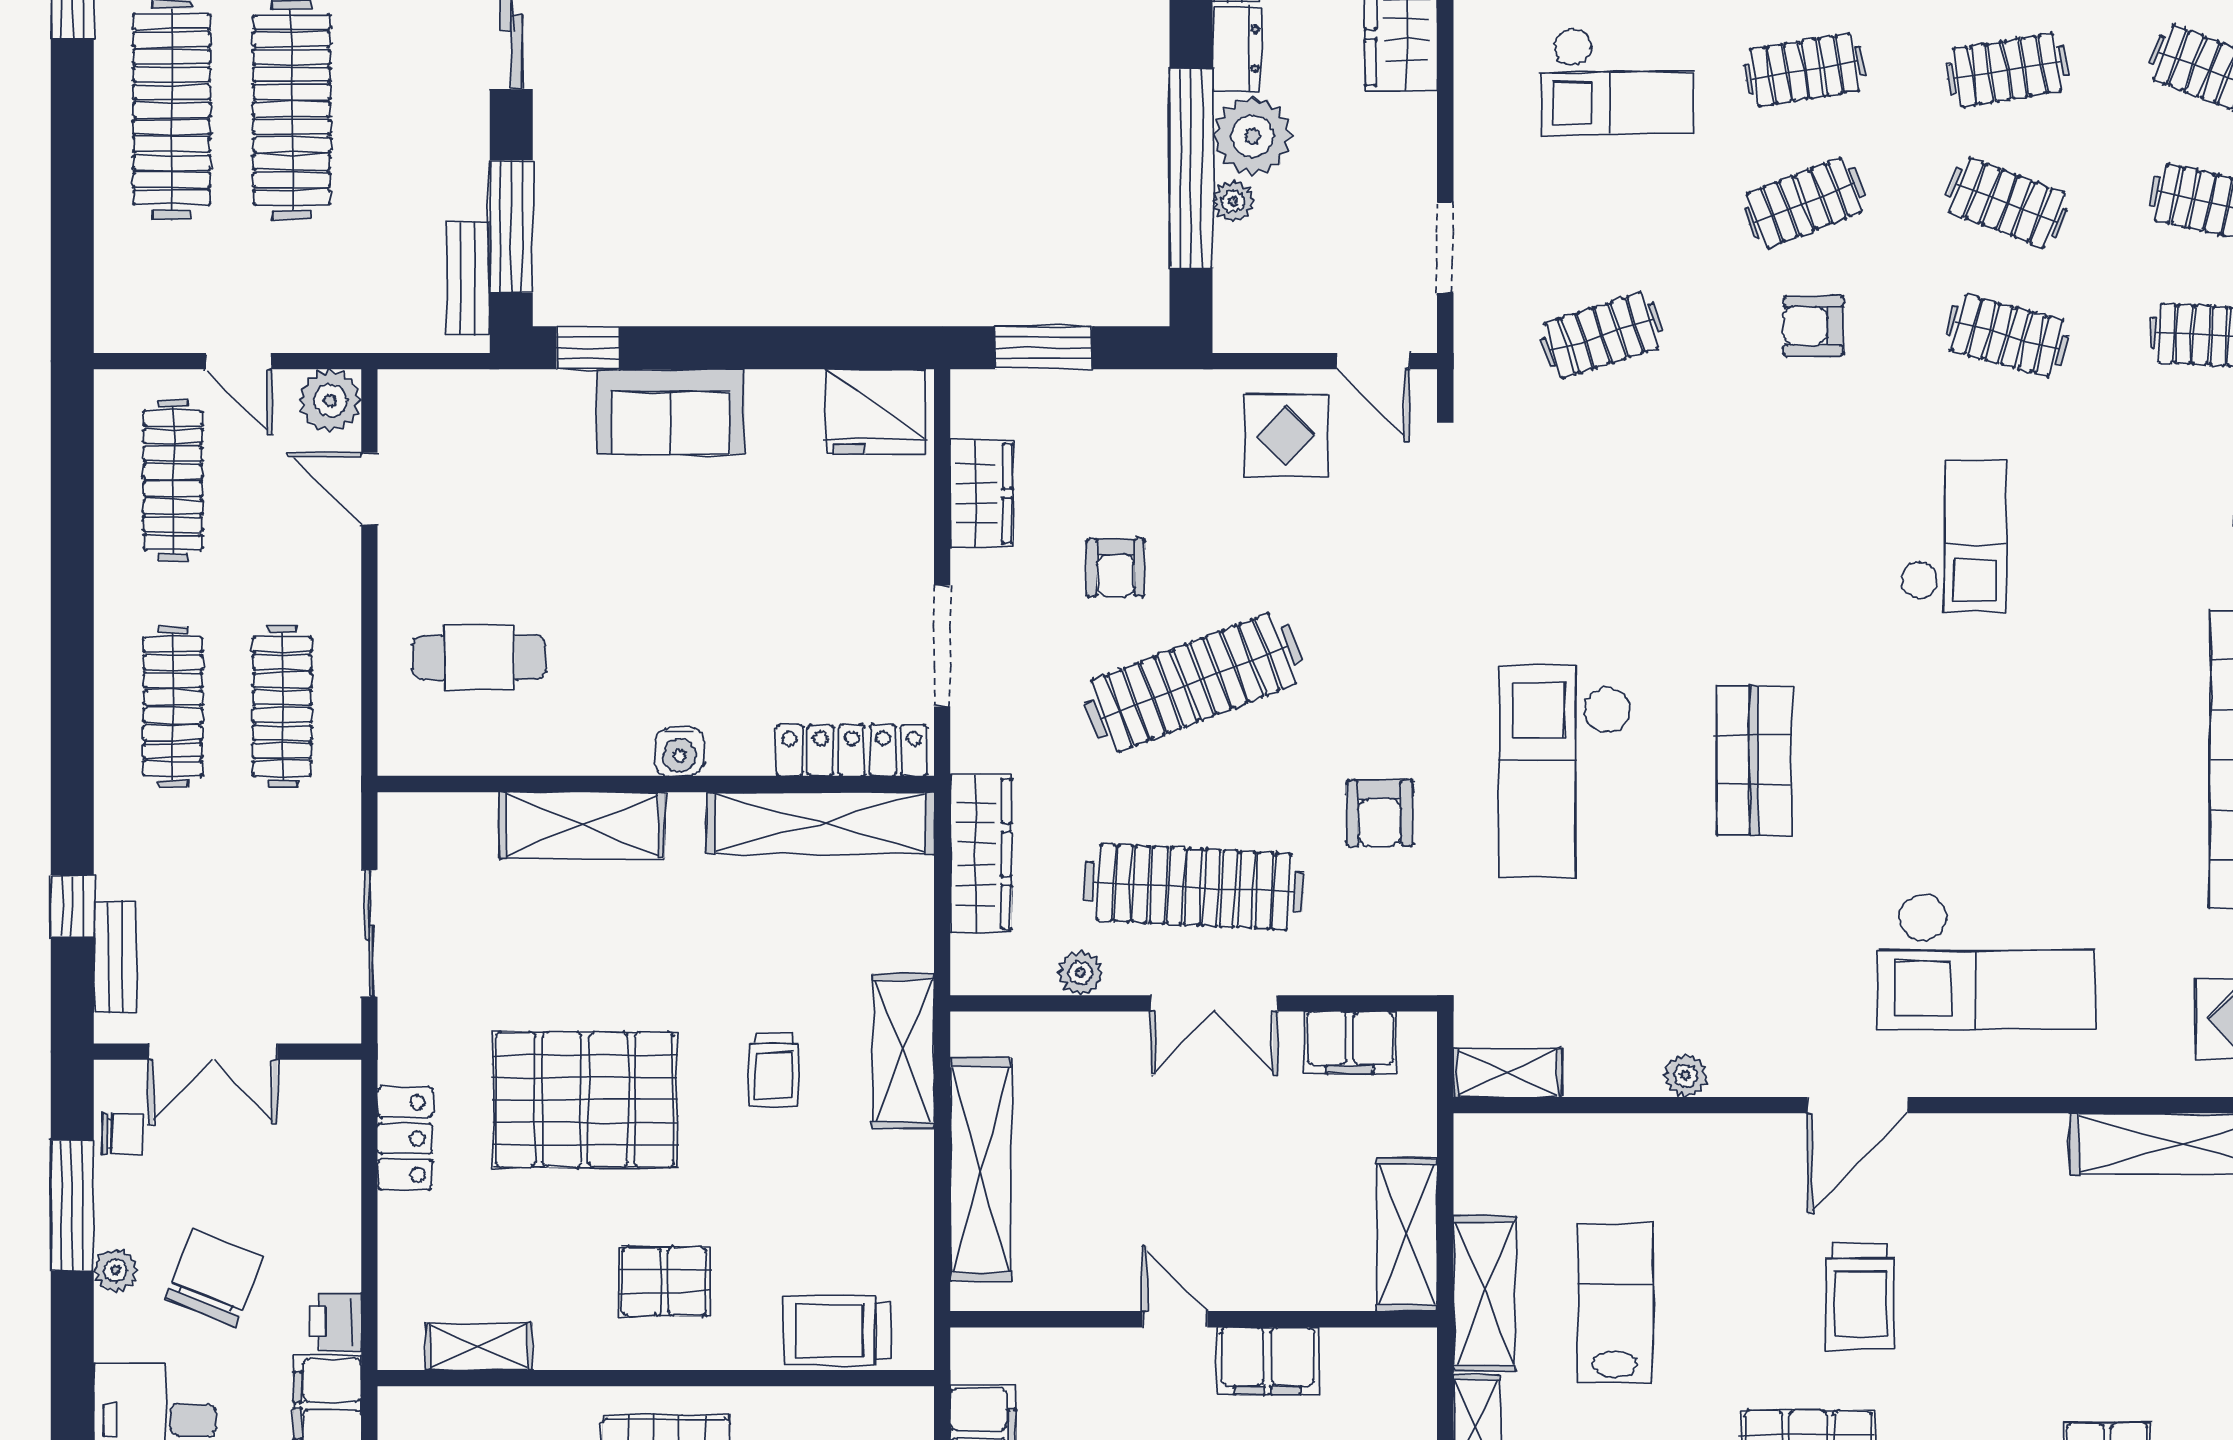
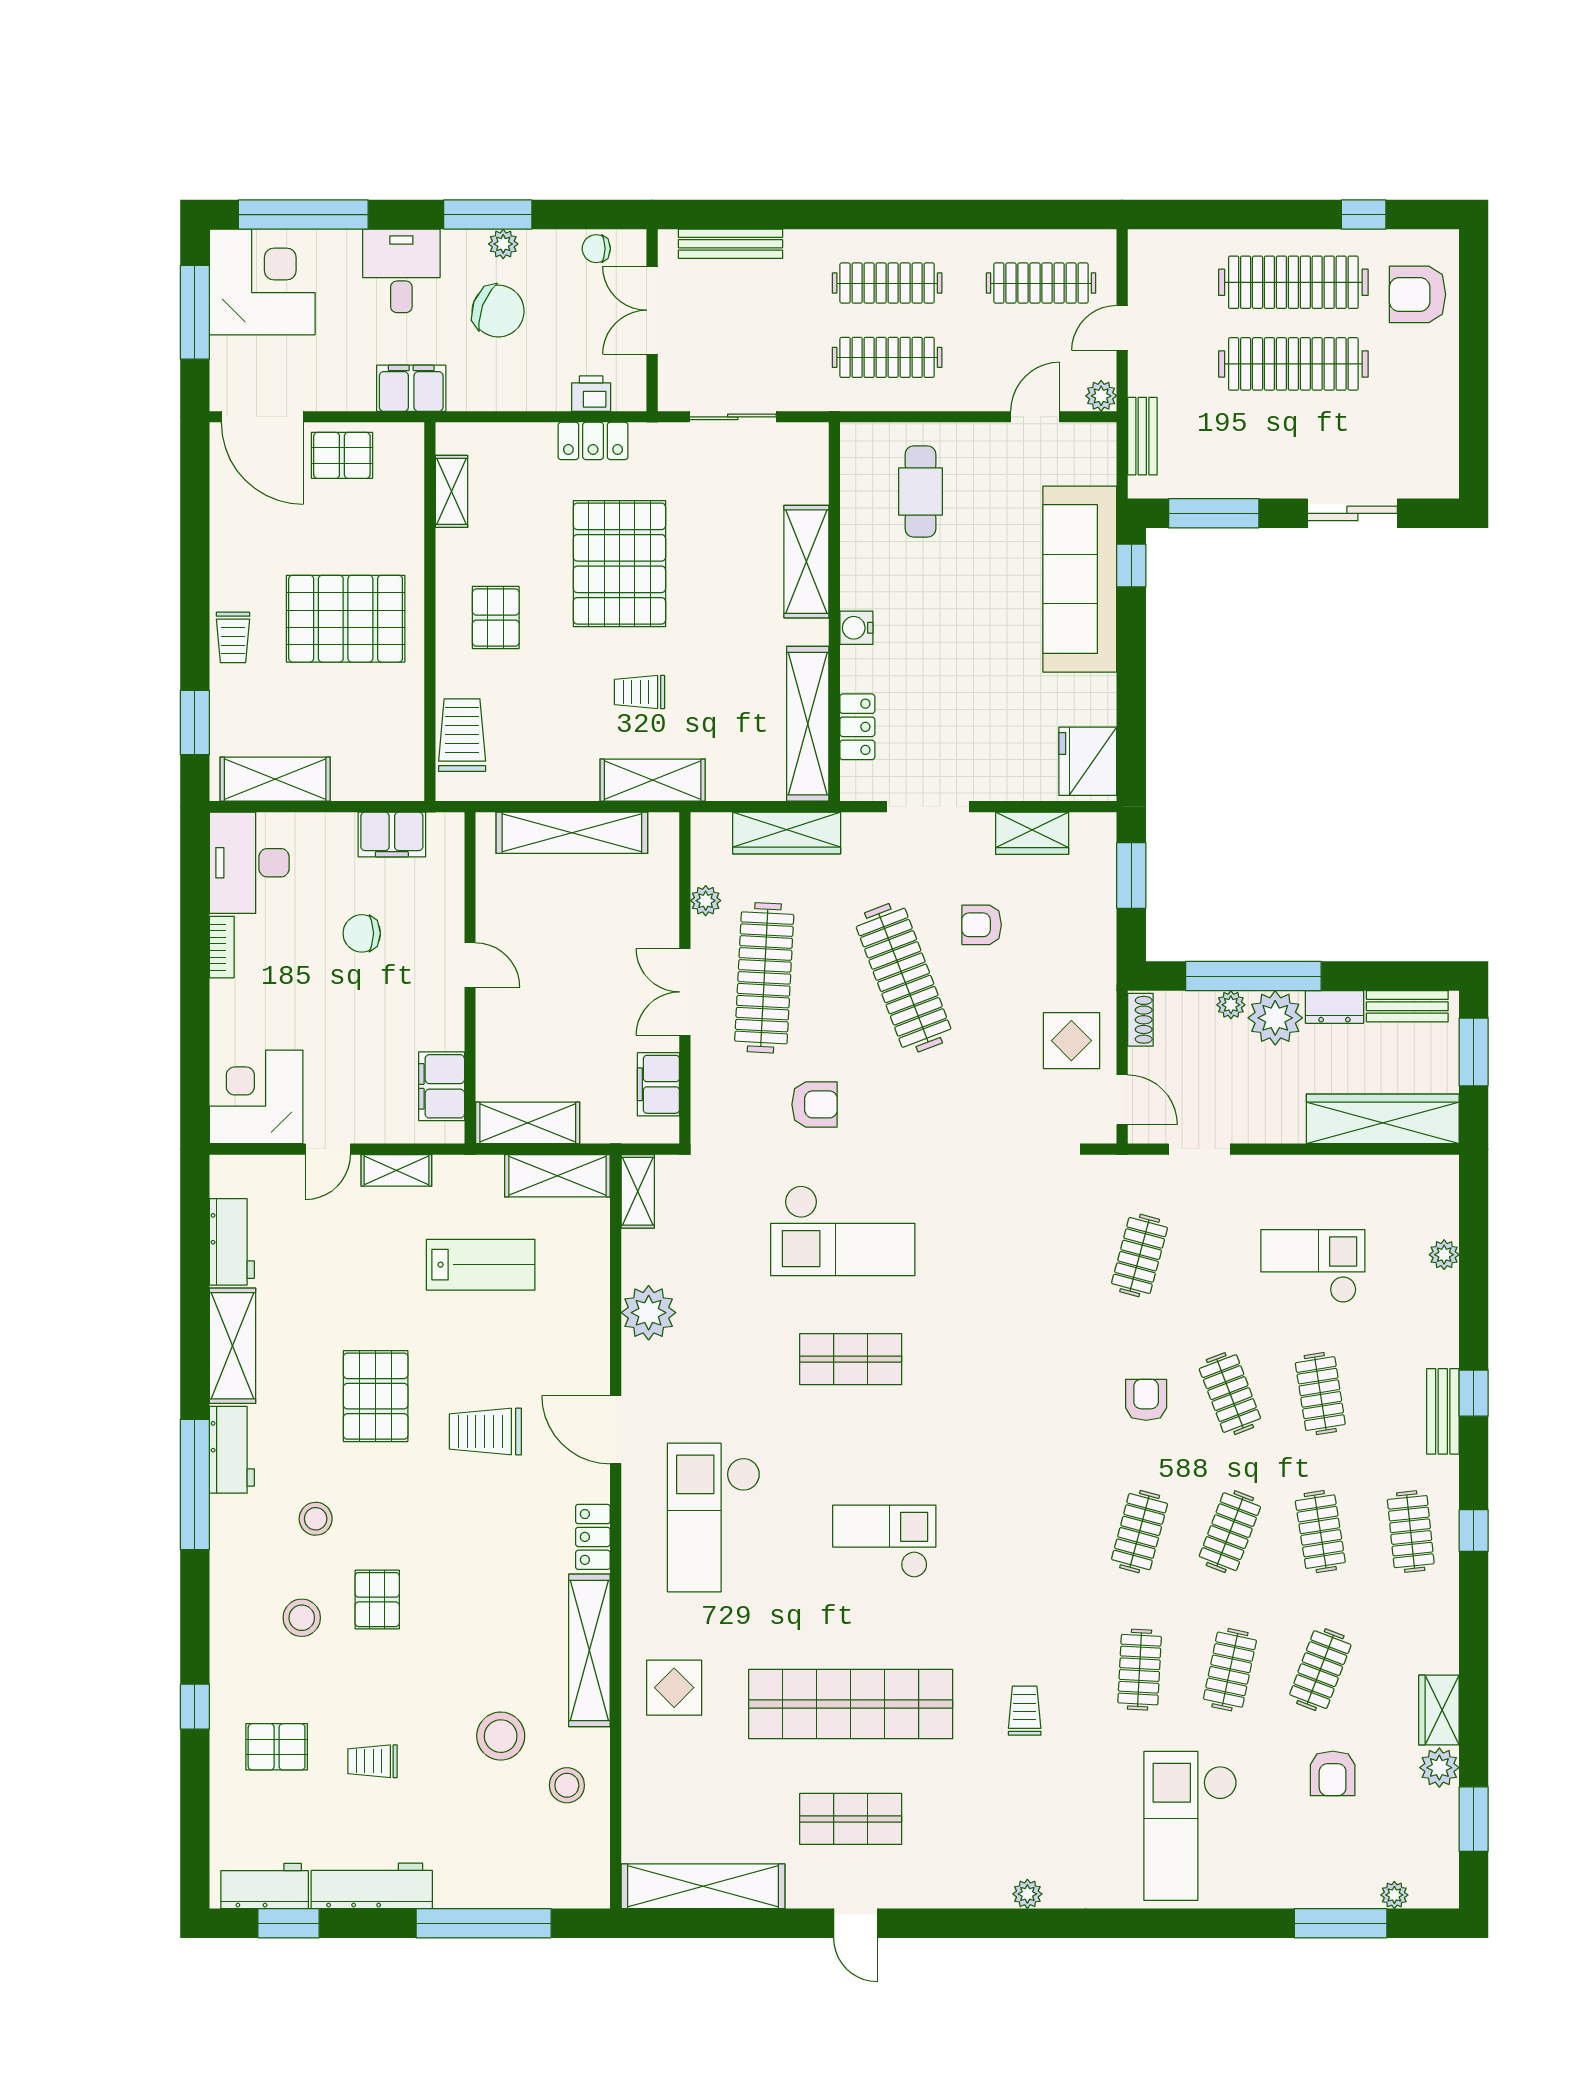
checkout: (1617, 81) -> (1313, 1266), turned 90
bench: (468, 278) -> (1142, 436), moved, turned 90
shoe rack: (1255, 334) -> (1140, 1020), added
clothes rail: (1602, 335) -> (1140, 1256), turned 33
door: (1373, 361) -> (1122, 1100), swing flipped
plant: (330, 401) -> (1101, 396), width x0.73, depth x0.73
sofa: (671, 412) -> (1080, 579), width x1.85, depth x1.27
checkout: (1953, 536) -> (884, 1541), moved, turned 180
locker: (852, 750) -> (857, 727), width x0.66
checkout: (1565, 771) -> (843, 1231), turned 180
armchair: (1380, 813) -> (815, 1104), turned 180
window: (72, 906) -> (751, 215), removed
bench: (115, 957) -> (730, 244), width x1.36
plant: (1686, 1076) -> (649, 1313), width x1.87, depth x1.87
chair: (122, 1134) -> (596, 249), turned 89
locker: (2015, 1139) -> (593, 1537), added
window: (72, 1206) -> (488, 215), moved
shelving: (1484, 1293) -> (557, 1176), moved
door: (1175, 1319) -> (470, 965), hinge flipped
printer: (335, 1322) -> (591, 394), moved
filing cabinet: (1267, 1361) -> (442, 1086), moved

